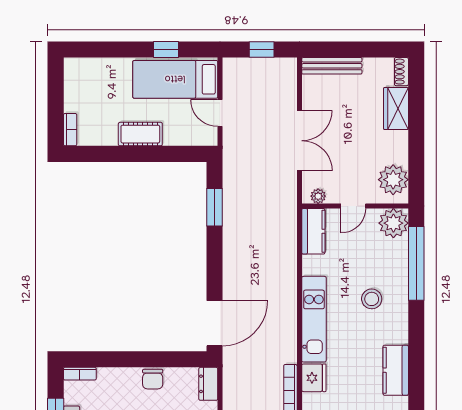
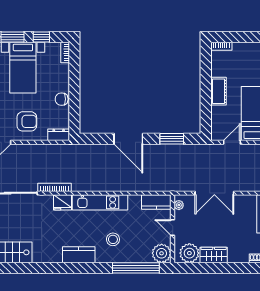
wardrobe: (396, 109) -> (214, 255), moved
door: (214, 323) -> (128, 139), moved
kitchen counter: (396, 370) -> (79, 255), moved

